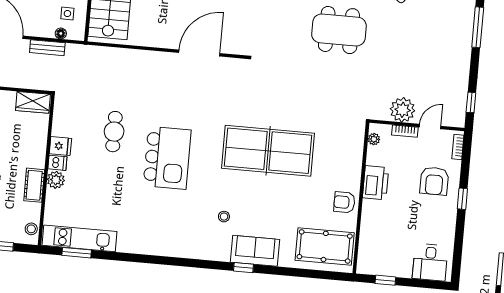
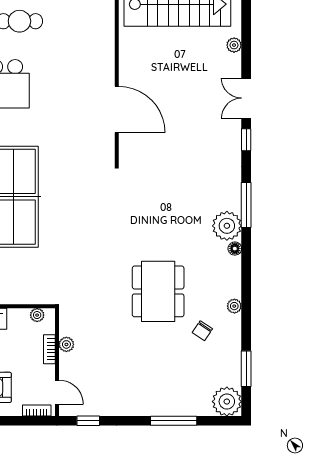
dining table: (339, 30) -> (158, 291), moved
plant: (403, 110) -> (66, 344), width x0.53, depth x0.53
door: (430, 126) -> (57, 392), moved

